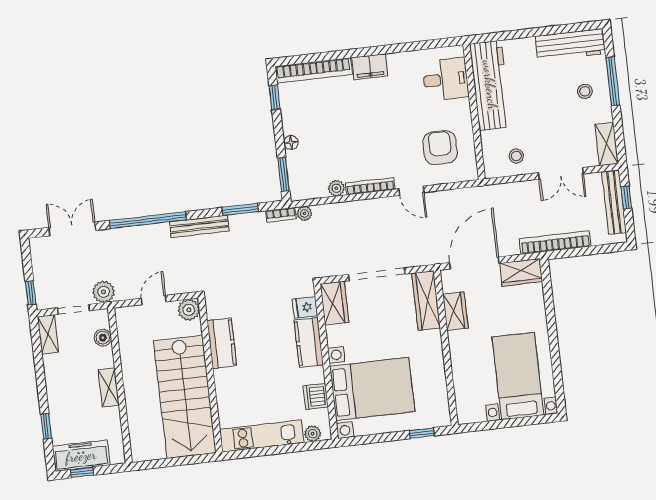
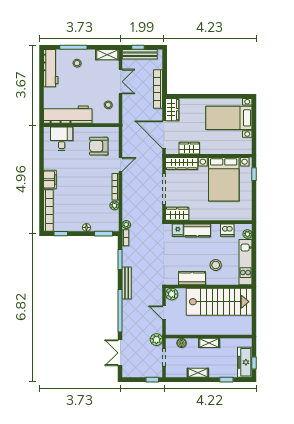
shelving: (48, 334) -> (198, 373), moved
stool: (250, 383) -> (216, 265), added
bed with nightstands: (372, 389) -> (224, 179), moved, turned 180

